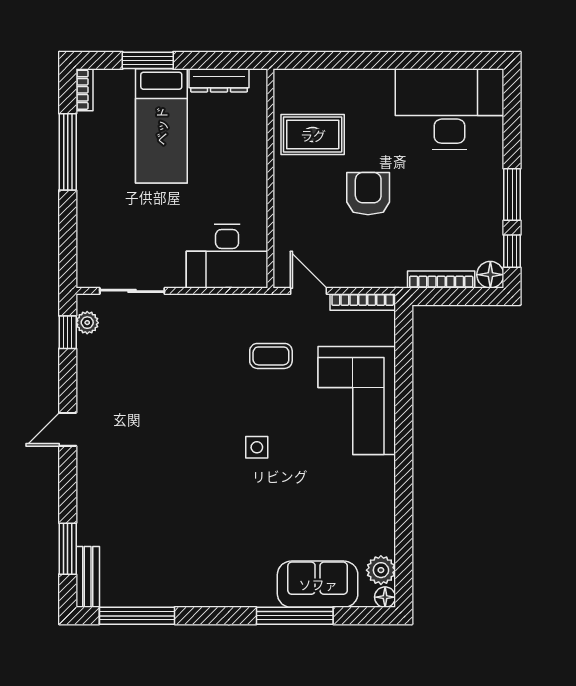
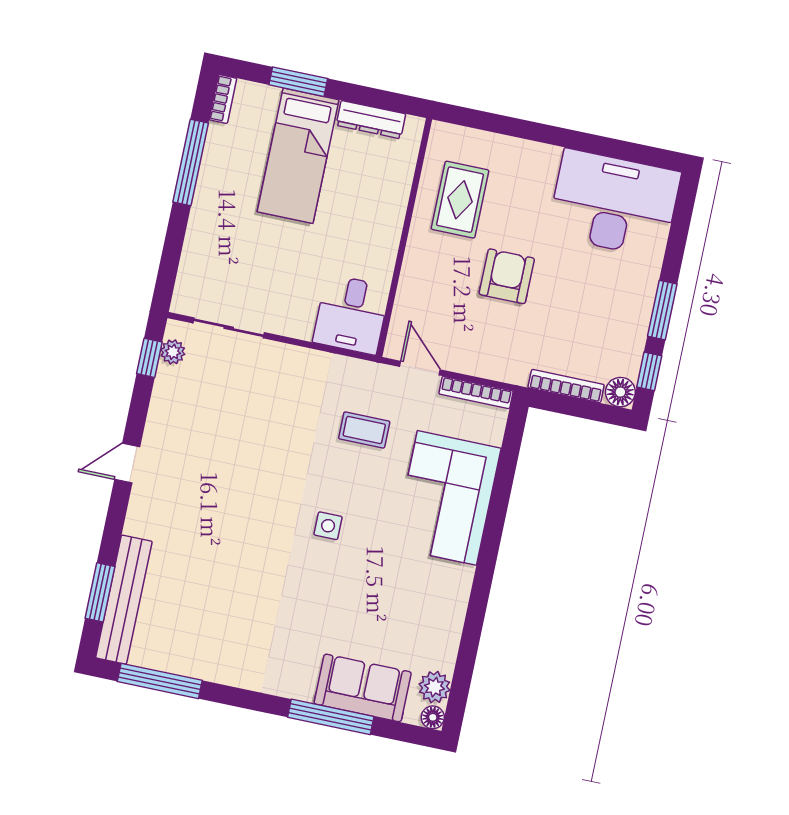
rug: (313, 135) -> (460, 200), turned 90
desk: (227, 256) -> (351, 314), width x0.73
bench: (88, 577) -> (124, 600), width x1.86, depth x1.21

